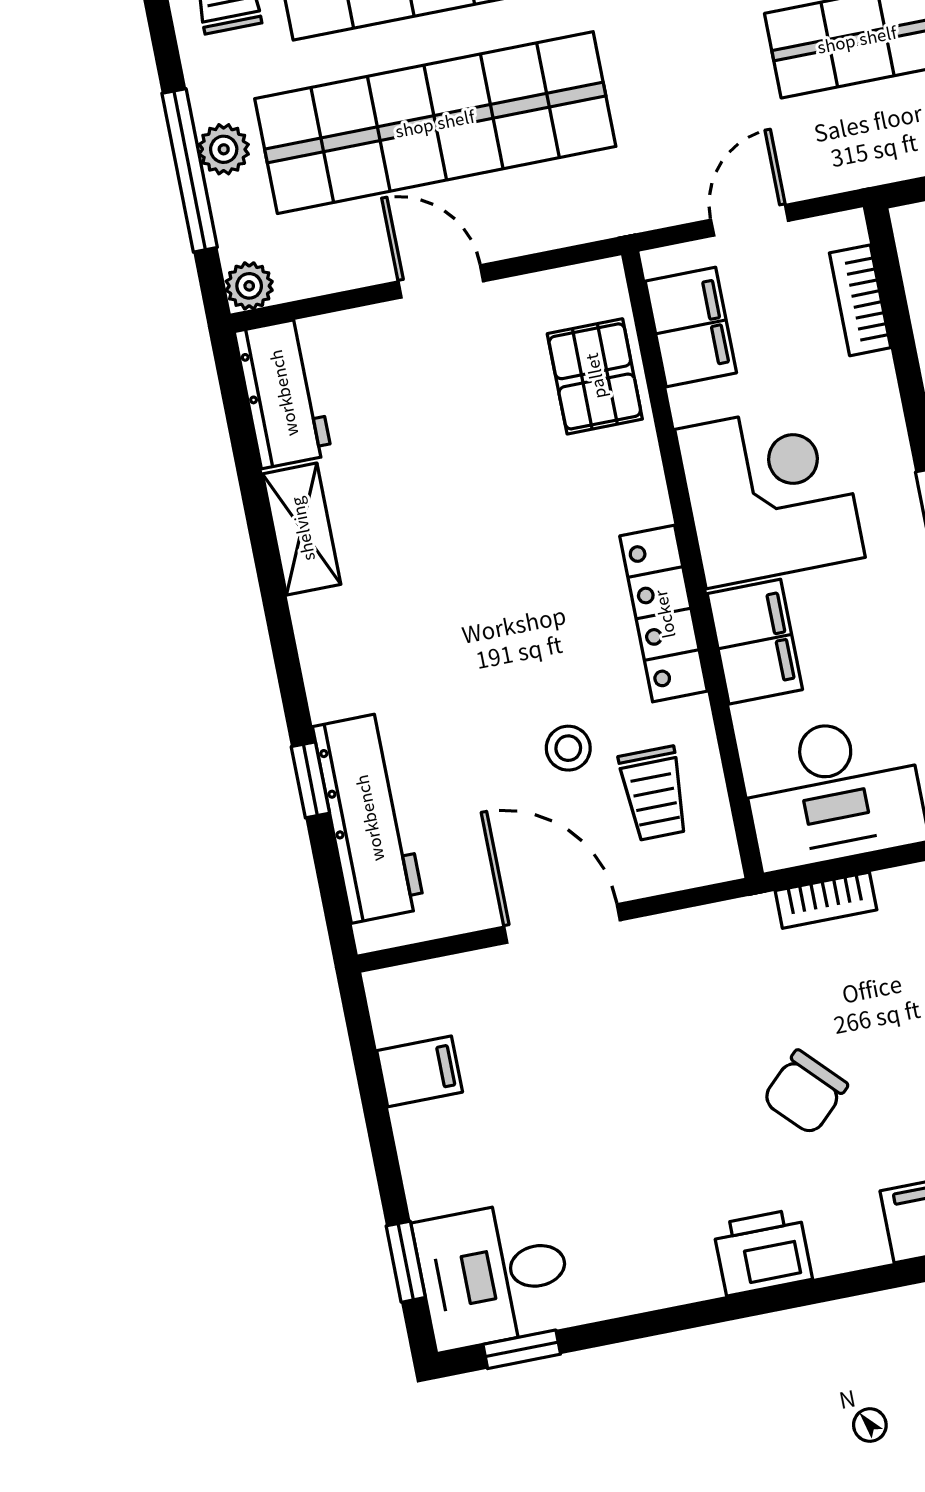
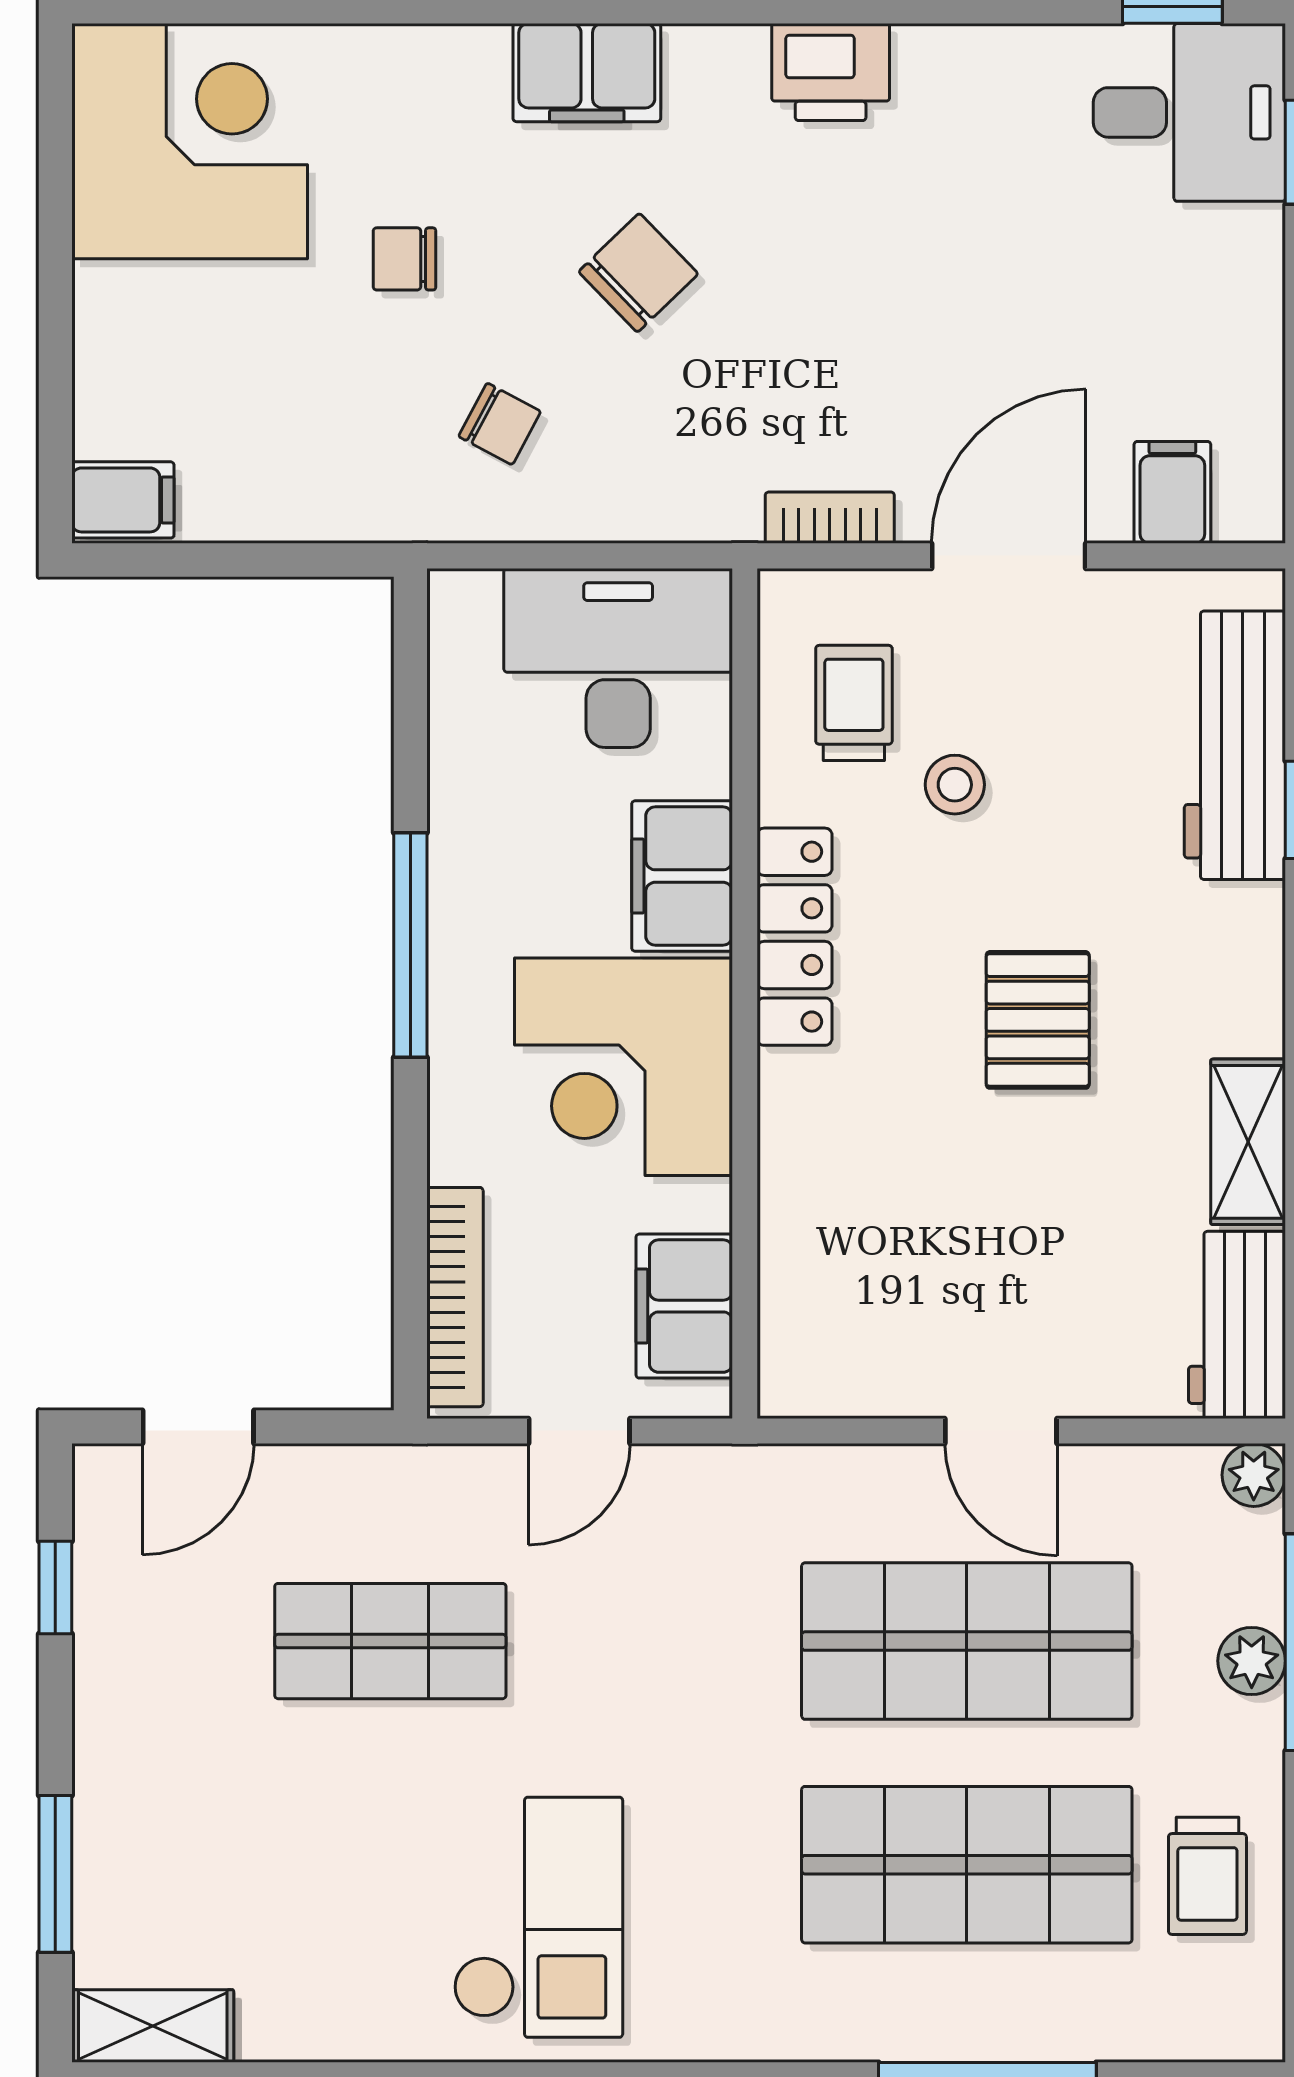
shop shelf: (435, 123) -> (967, 1641), width x0.71
bookcase: (860, 300) -> (455, 1297), width x1.56
pallet: (595, 376) -> (1038, 1020), moved
bookcase: (826, 900) -> (830, 518), moved
door: (562, 923) -> (1009, 556), swing flipped
filing cabinet: (420, 1071) -> (1172, 492), moved, turned 90
chair: (805, 1092) -> (638, 273), moved

